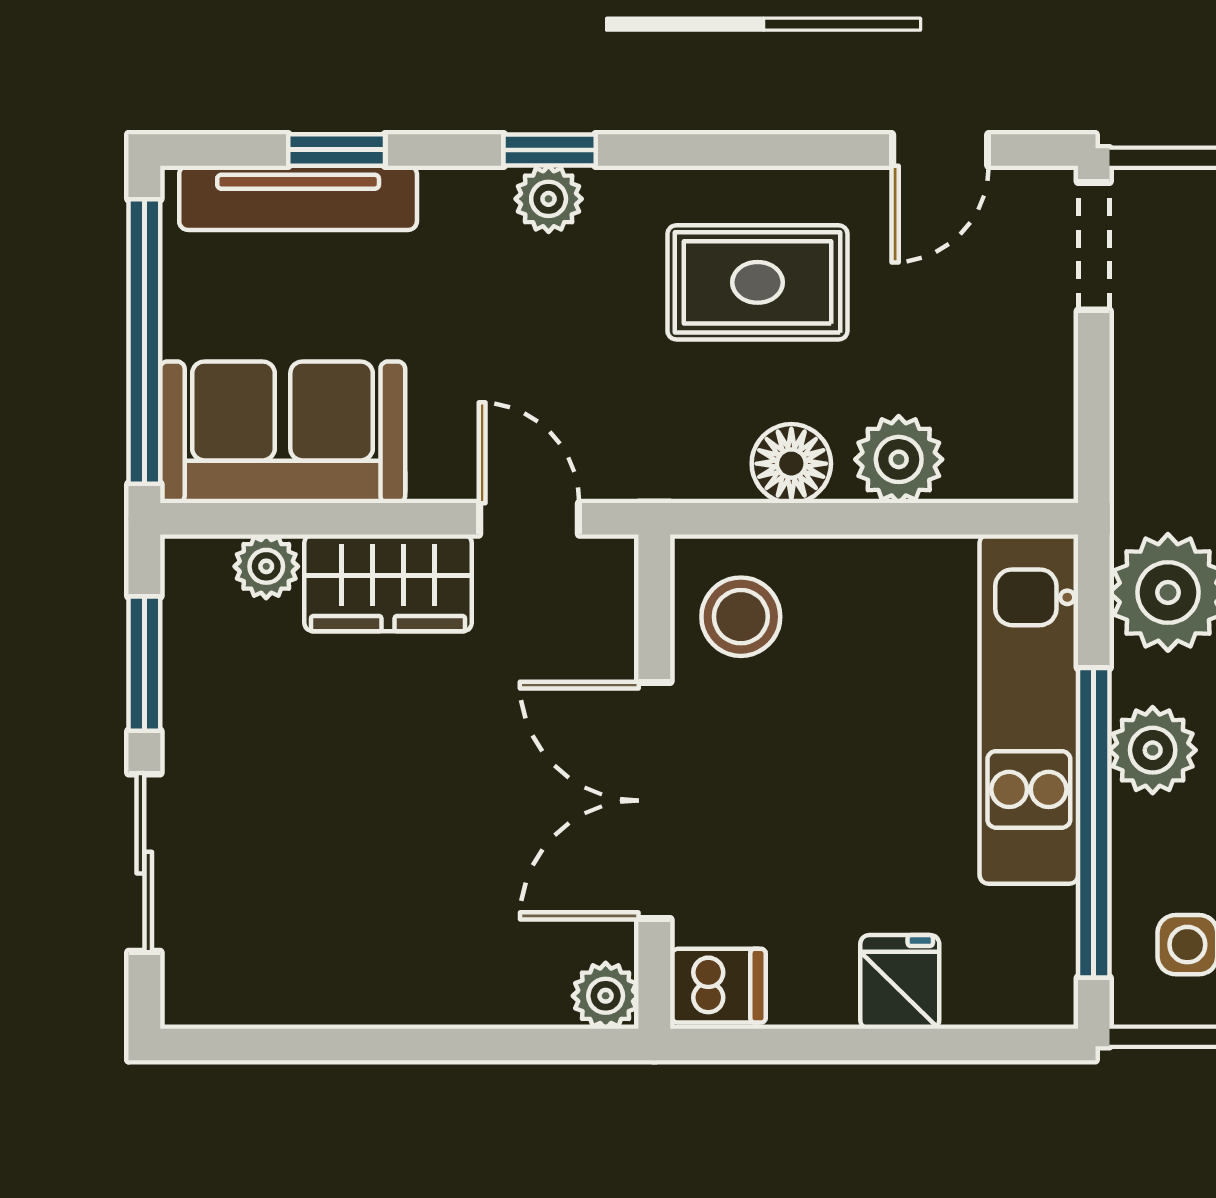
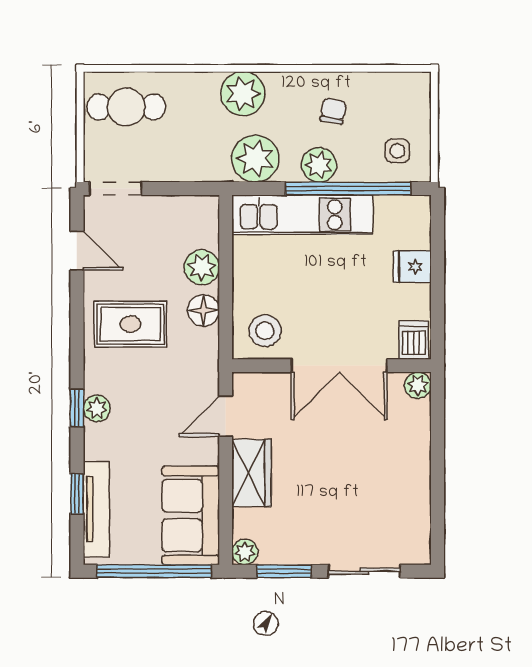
rug: (757, 282) -> (130, 324), turned 90
plant: (266, 566) -> (245, 552), moved

